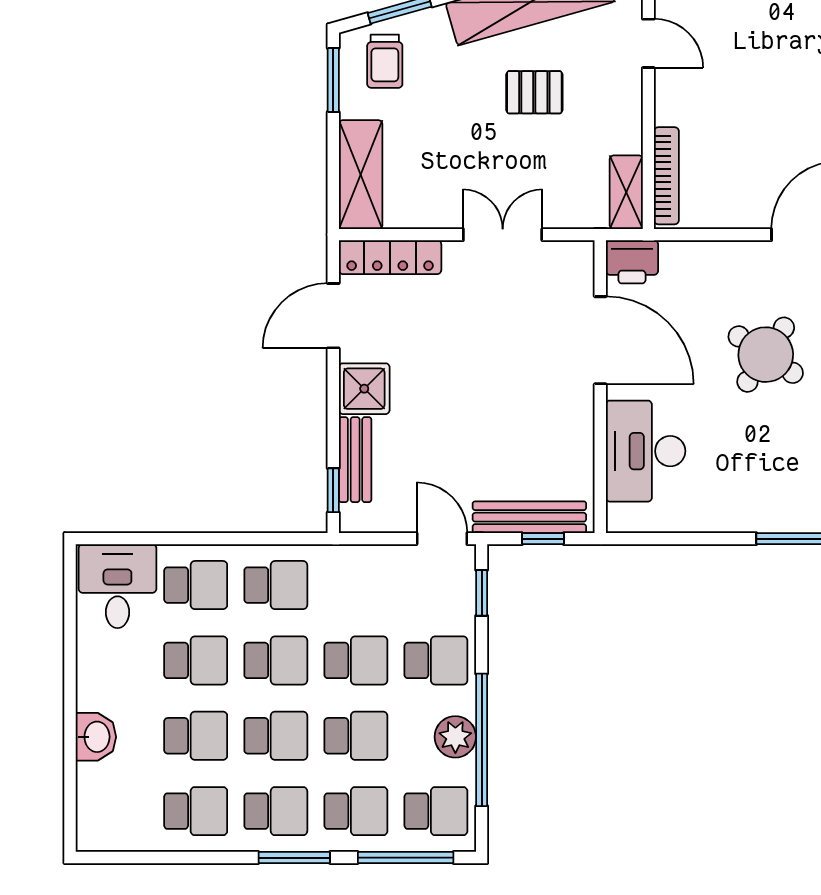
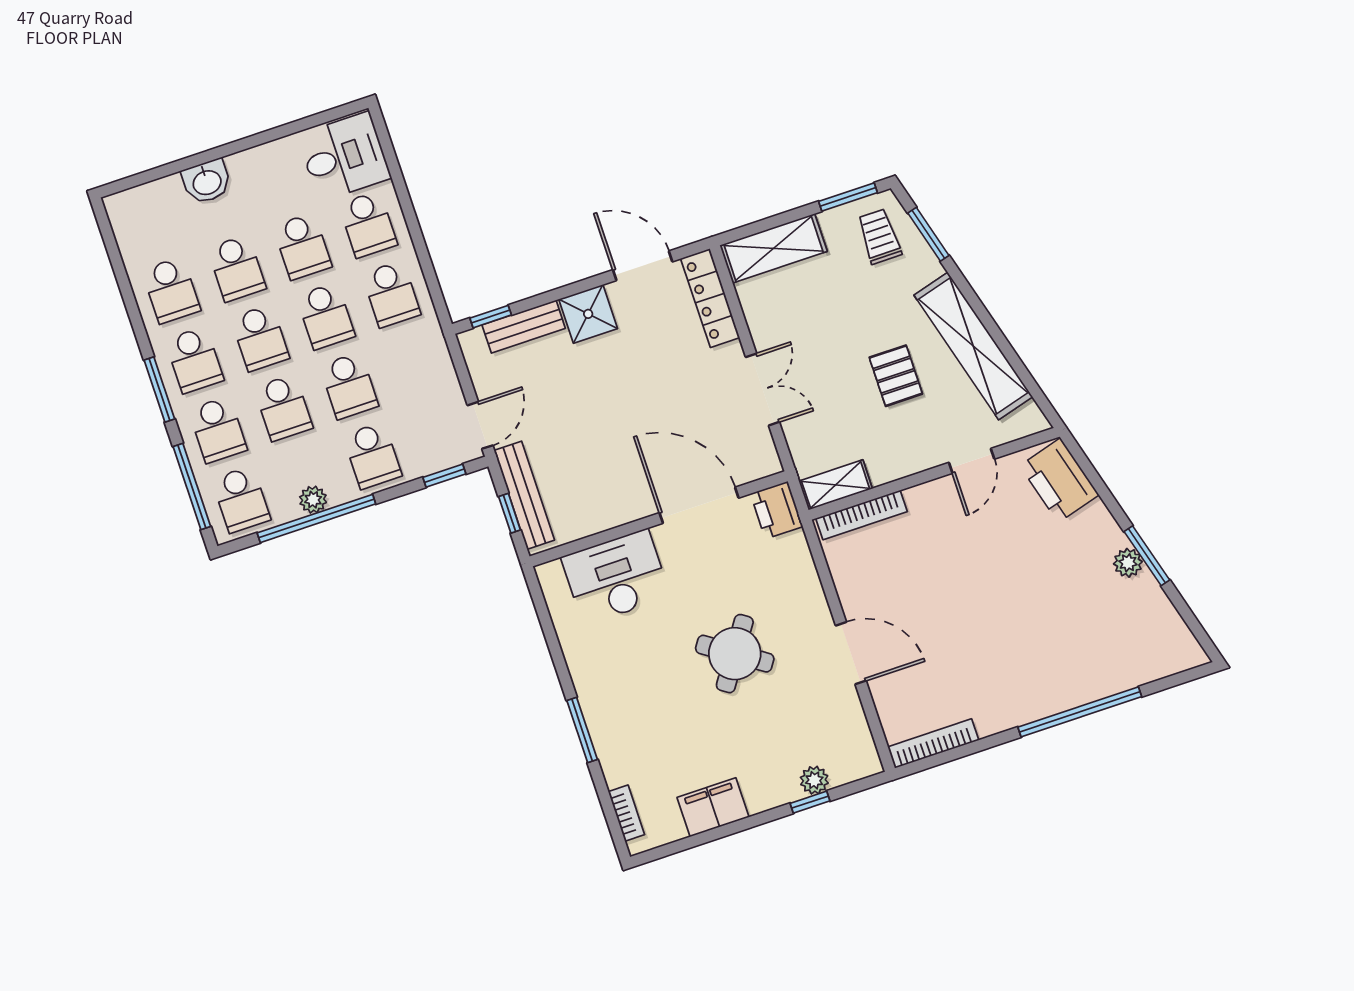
trolley: (385, 61) -> (879, 236), turned 90
door: (600, 340) -> (699, 505), swing flipped
plant: (455, 737) -> (313, 500), width x0.73, depth x0.73

